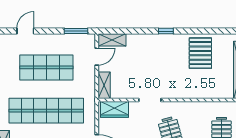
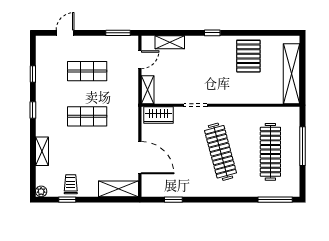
shelving: (112, 40) -> (170, 42), moved
shop shelf: (46, 67) -> (87, 71), width x0.70, depth x0.74
shop shelf: (46, 111) -> (87, 116), width x0.50, depth x0.74

